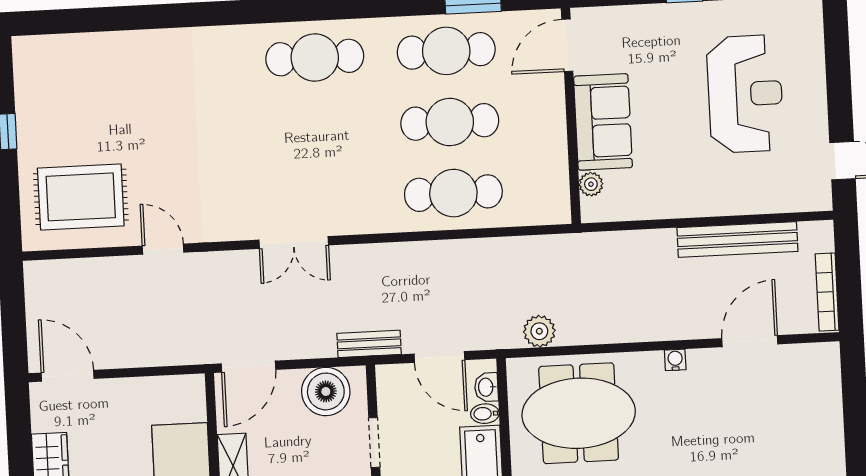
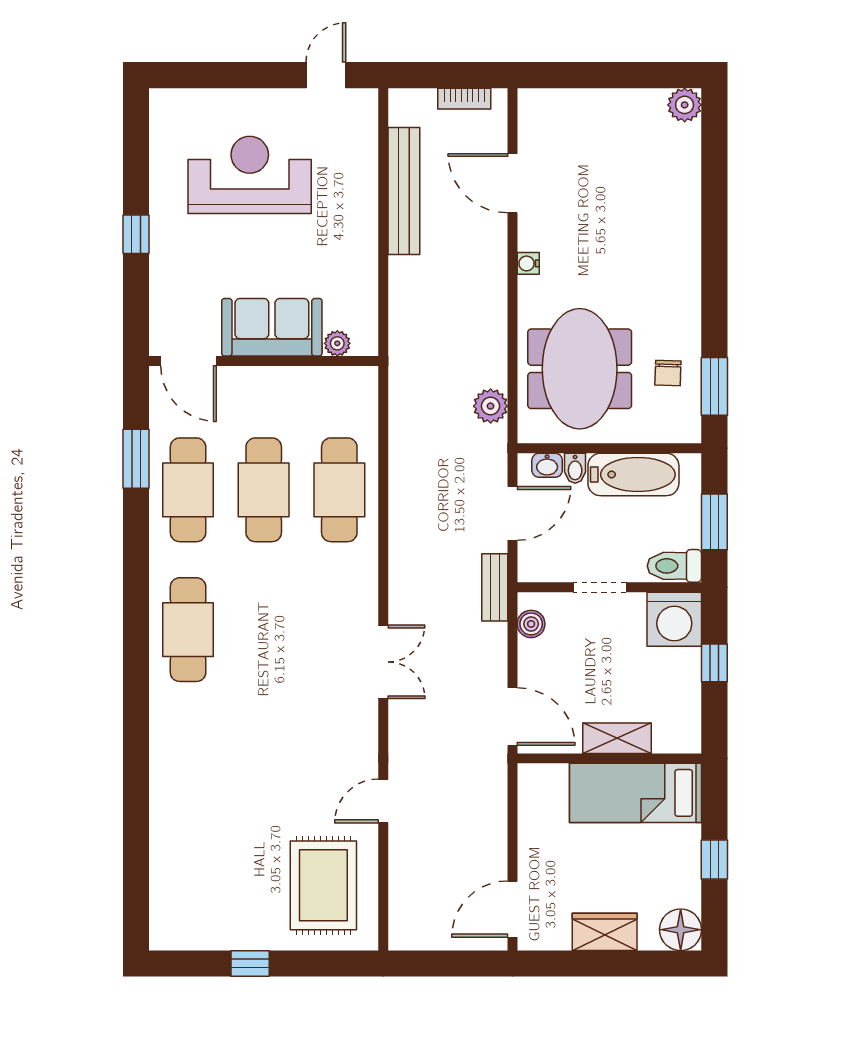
bookcase: (827, 292) -> (464, 99), width x0.64
boiler: (326, 391) -> (531, 624), width x0.54, depth x0.54

